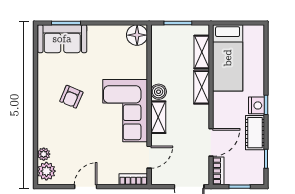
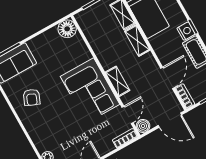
boiler: (159, 92) -> (143, 126), moved
armchair: (71, 97) -> (32, 97), moved

